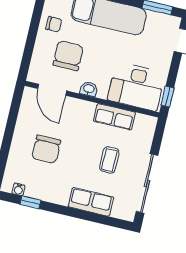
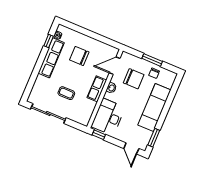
window: (33, 31) -> (152, 60), added
row of seats: (114, 117) -> (97, 89), moved
row of seats: (91, 202) -> (51, 58), moved, width x1.48

